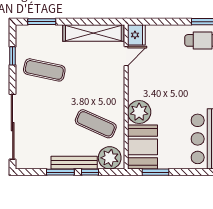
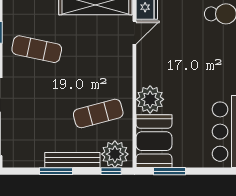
exercise mat: (96, 124) -> (98, 114), turned -39
window: (90, 172) -> (111, 171), moved

